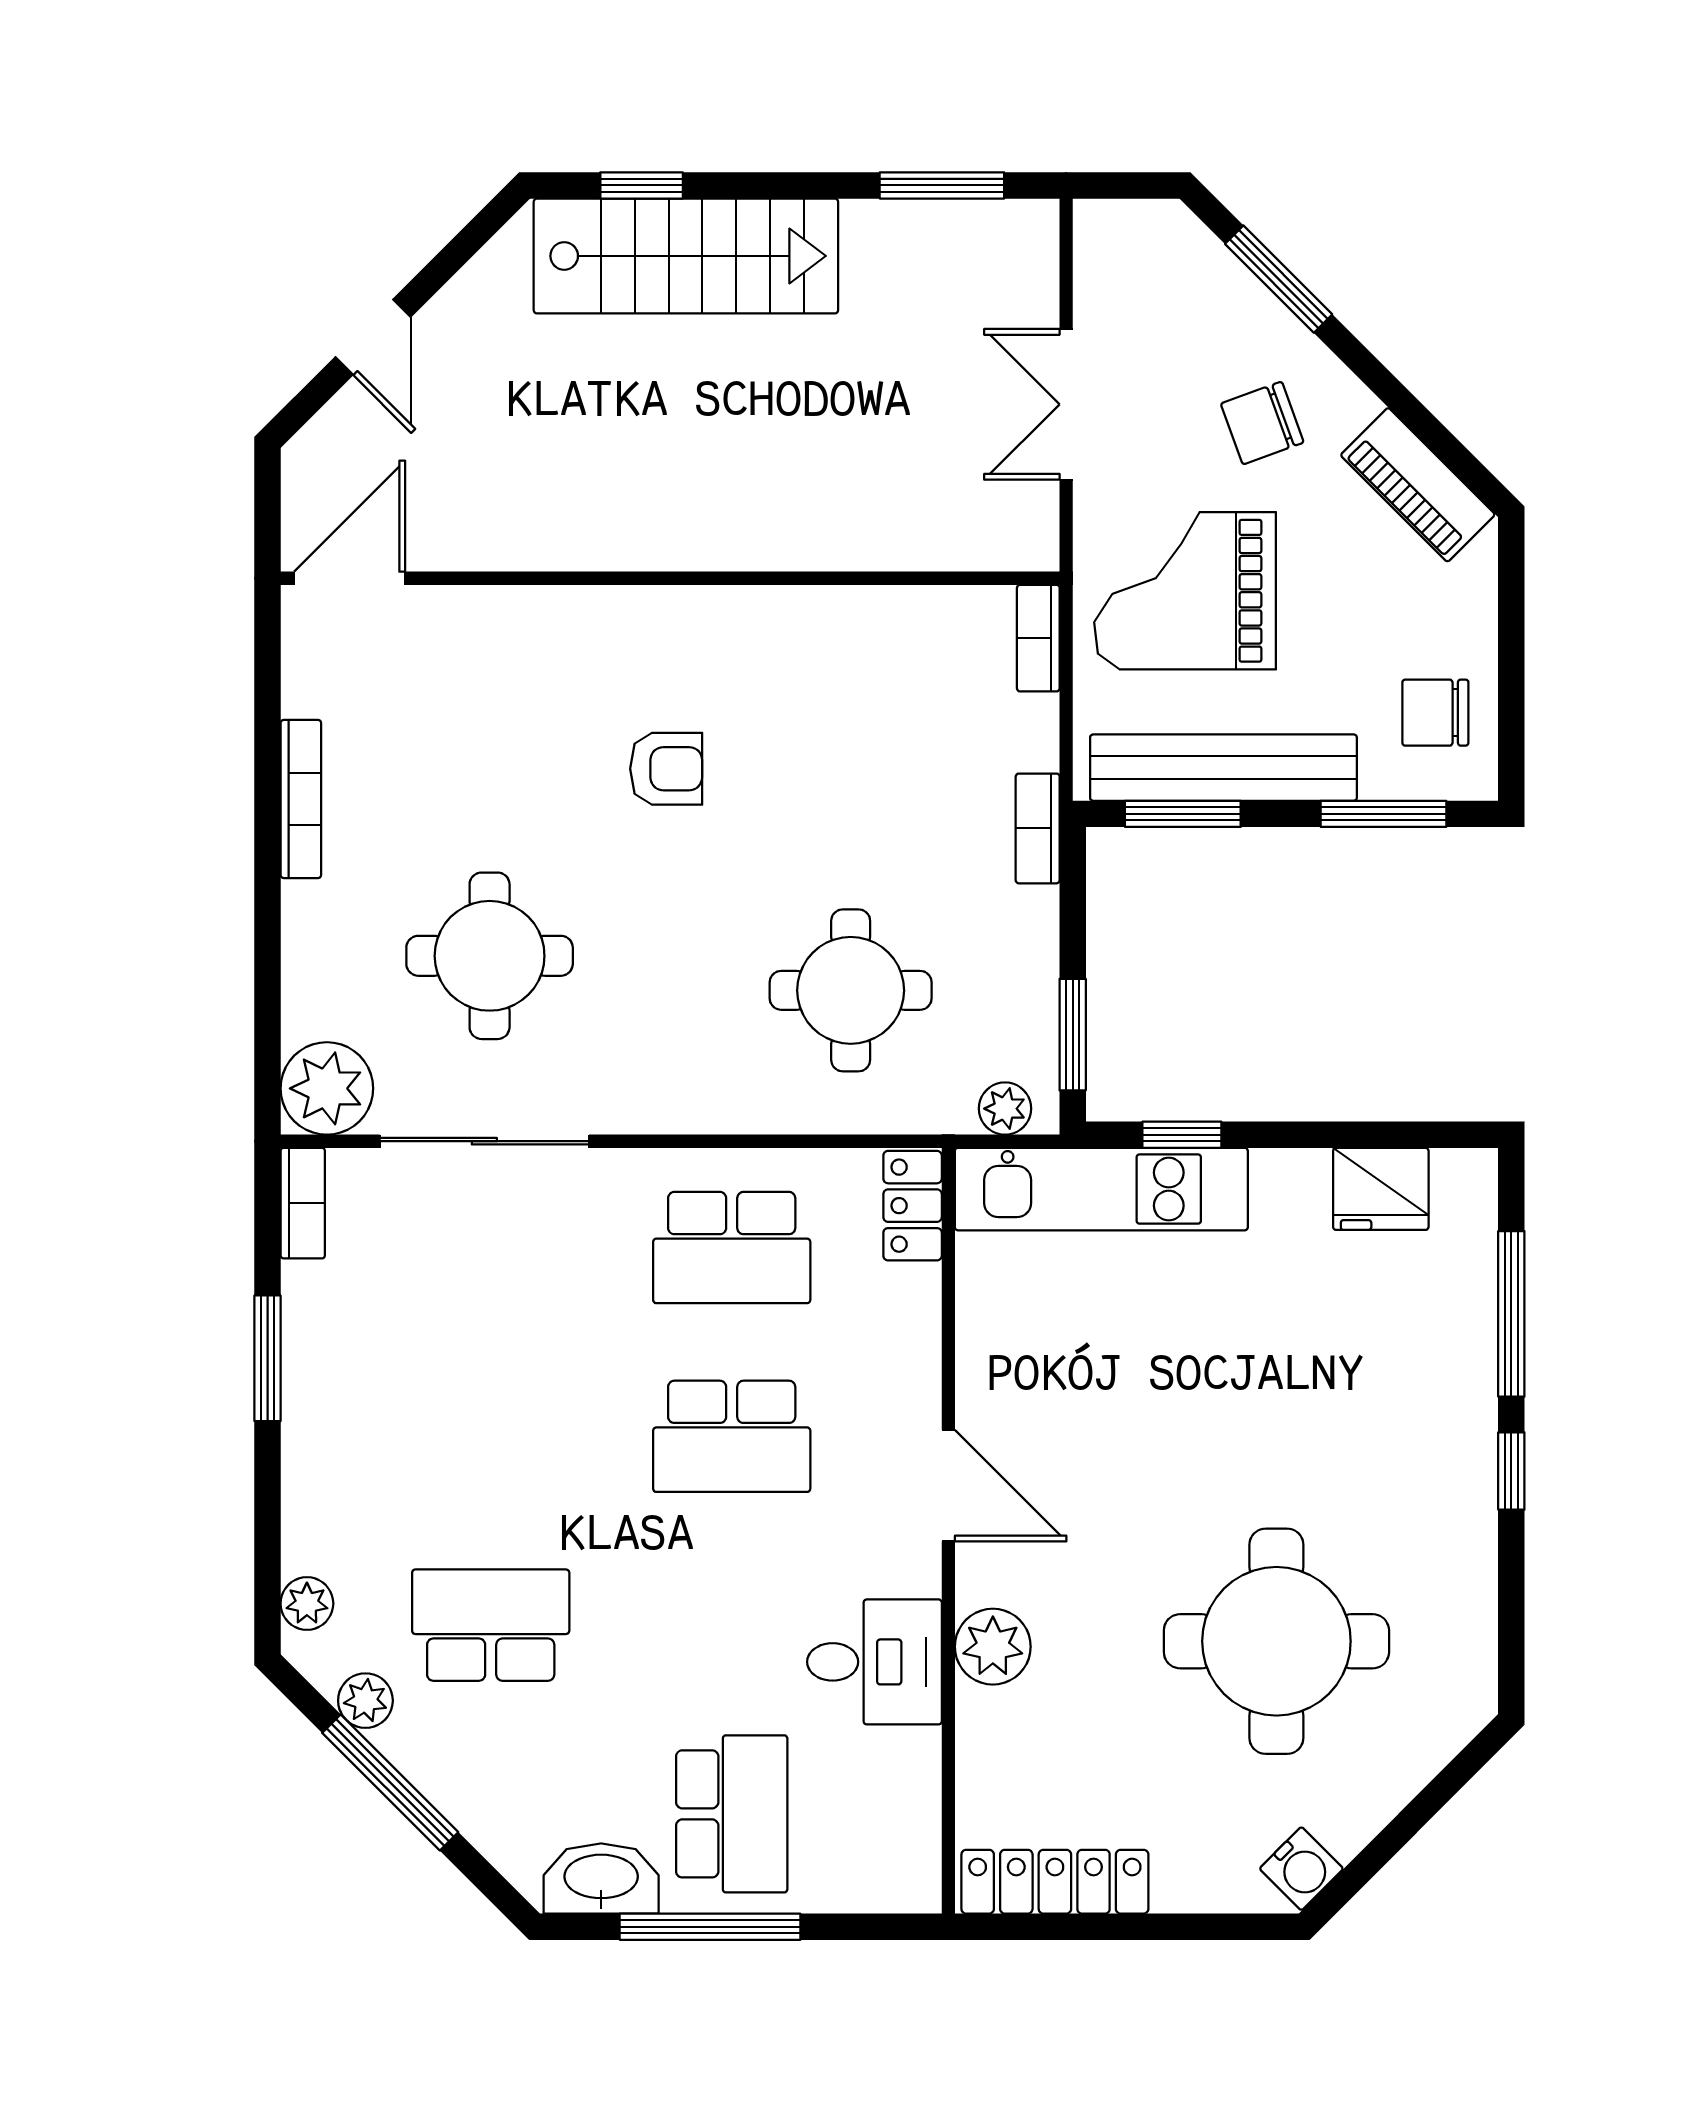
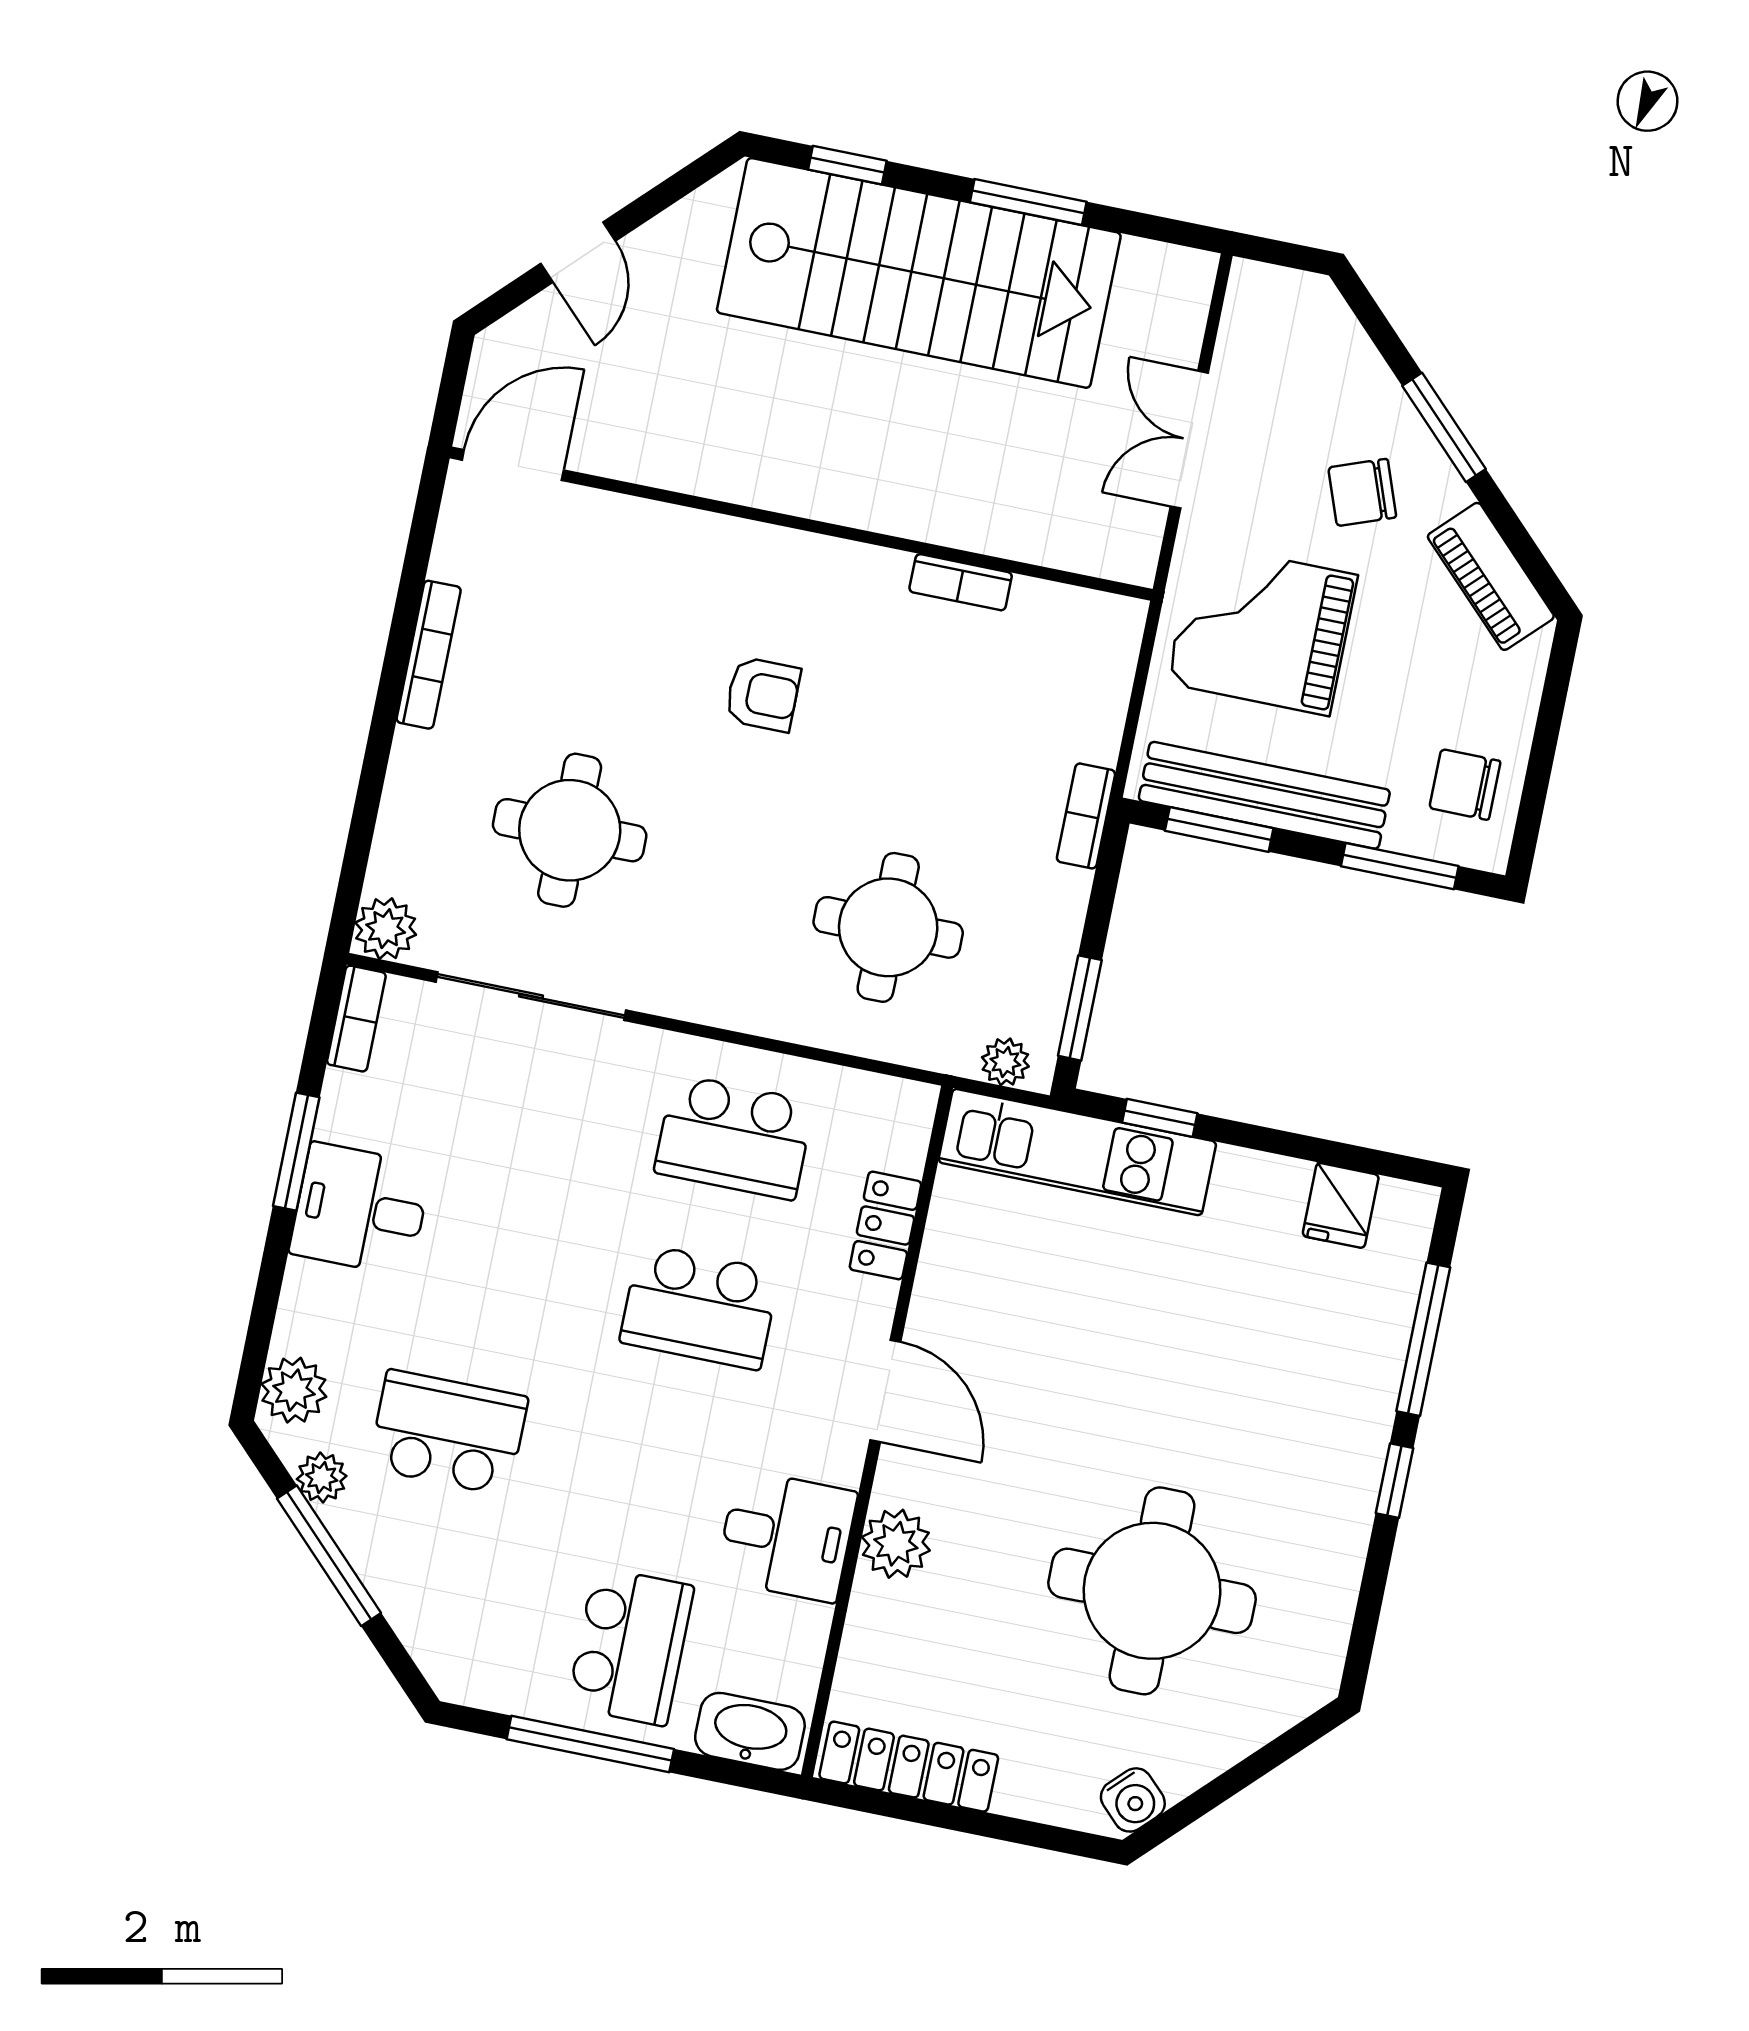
window: (942, 185) -> (1028, 202), moved
stairs: (686, 256) -> (919, 273), width x1.36, depth x1.51
window: (1279, 279) -> (1444, 427), moved
bookcase: (1038, 638) -> (961, 582), moved, turned -90
plant: (327, 1088) -> (386, 929), width x0.73, depth x0.73
fridge: (1381, 1189) -> (1341, 1205), width x0.72
locker: (913, 1206) -> (885, 1225), moved
desk: (348, 1406) -> (360, 1209), added
plant: (307, 1604) -> (294, 1390), width x1.38, depth x1.38
washbasin: (601, 1879) -> (750, 1731), moved

